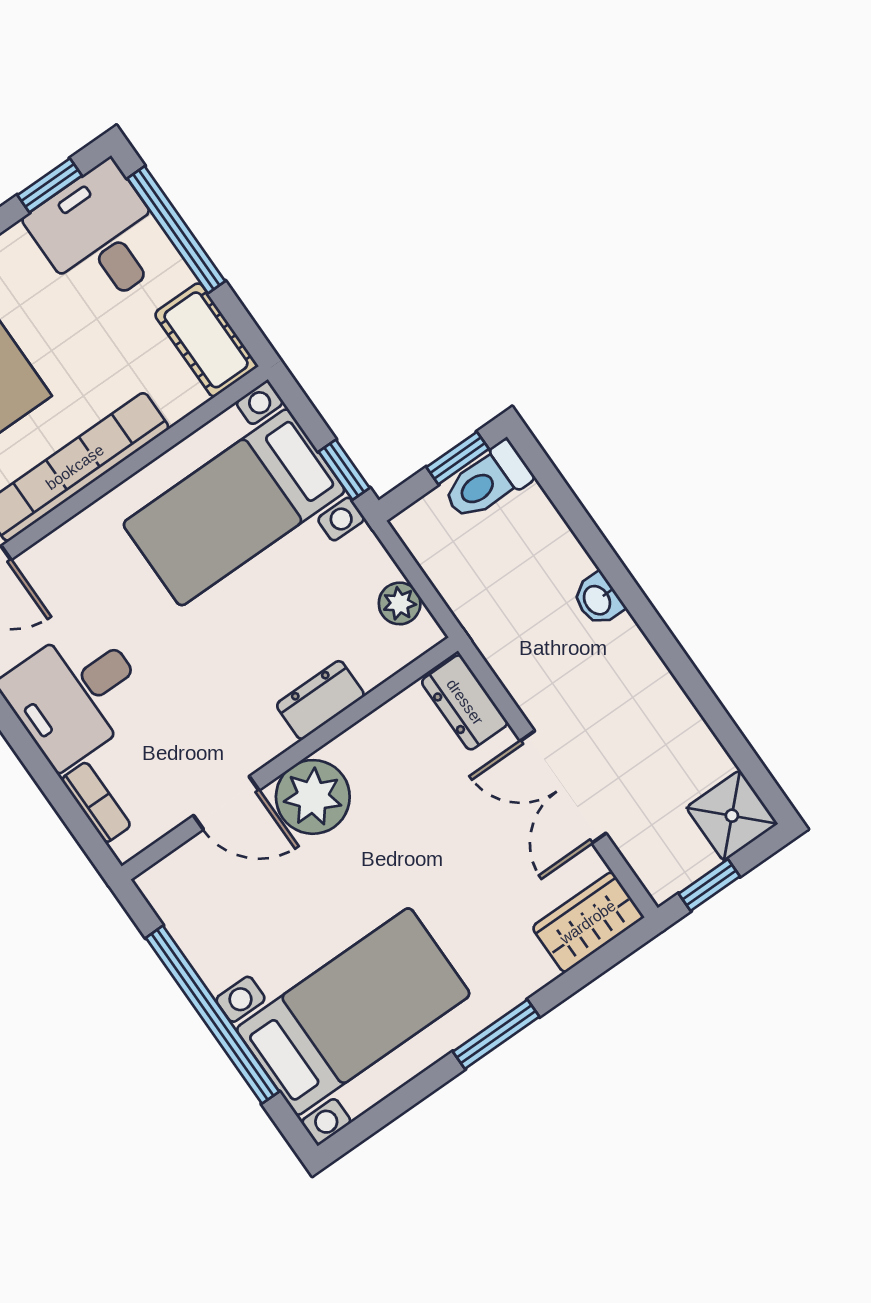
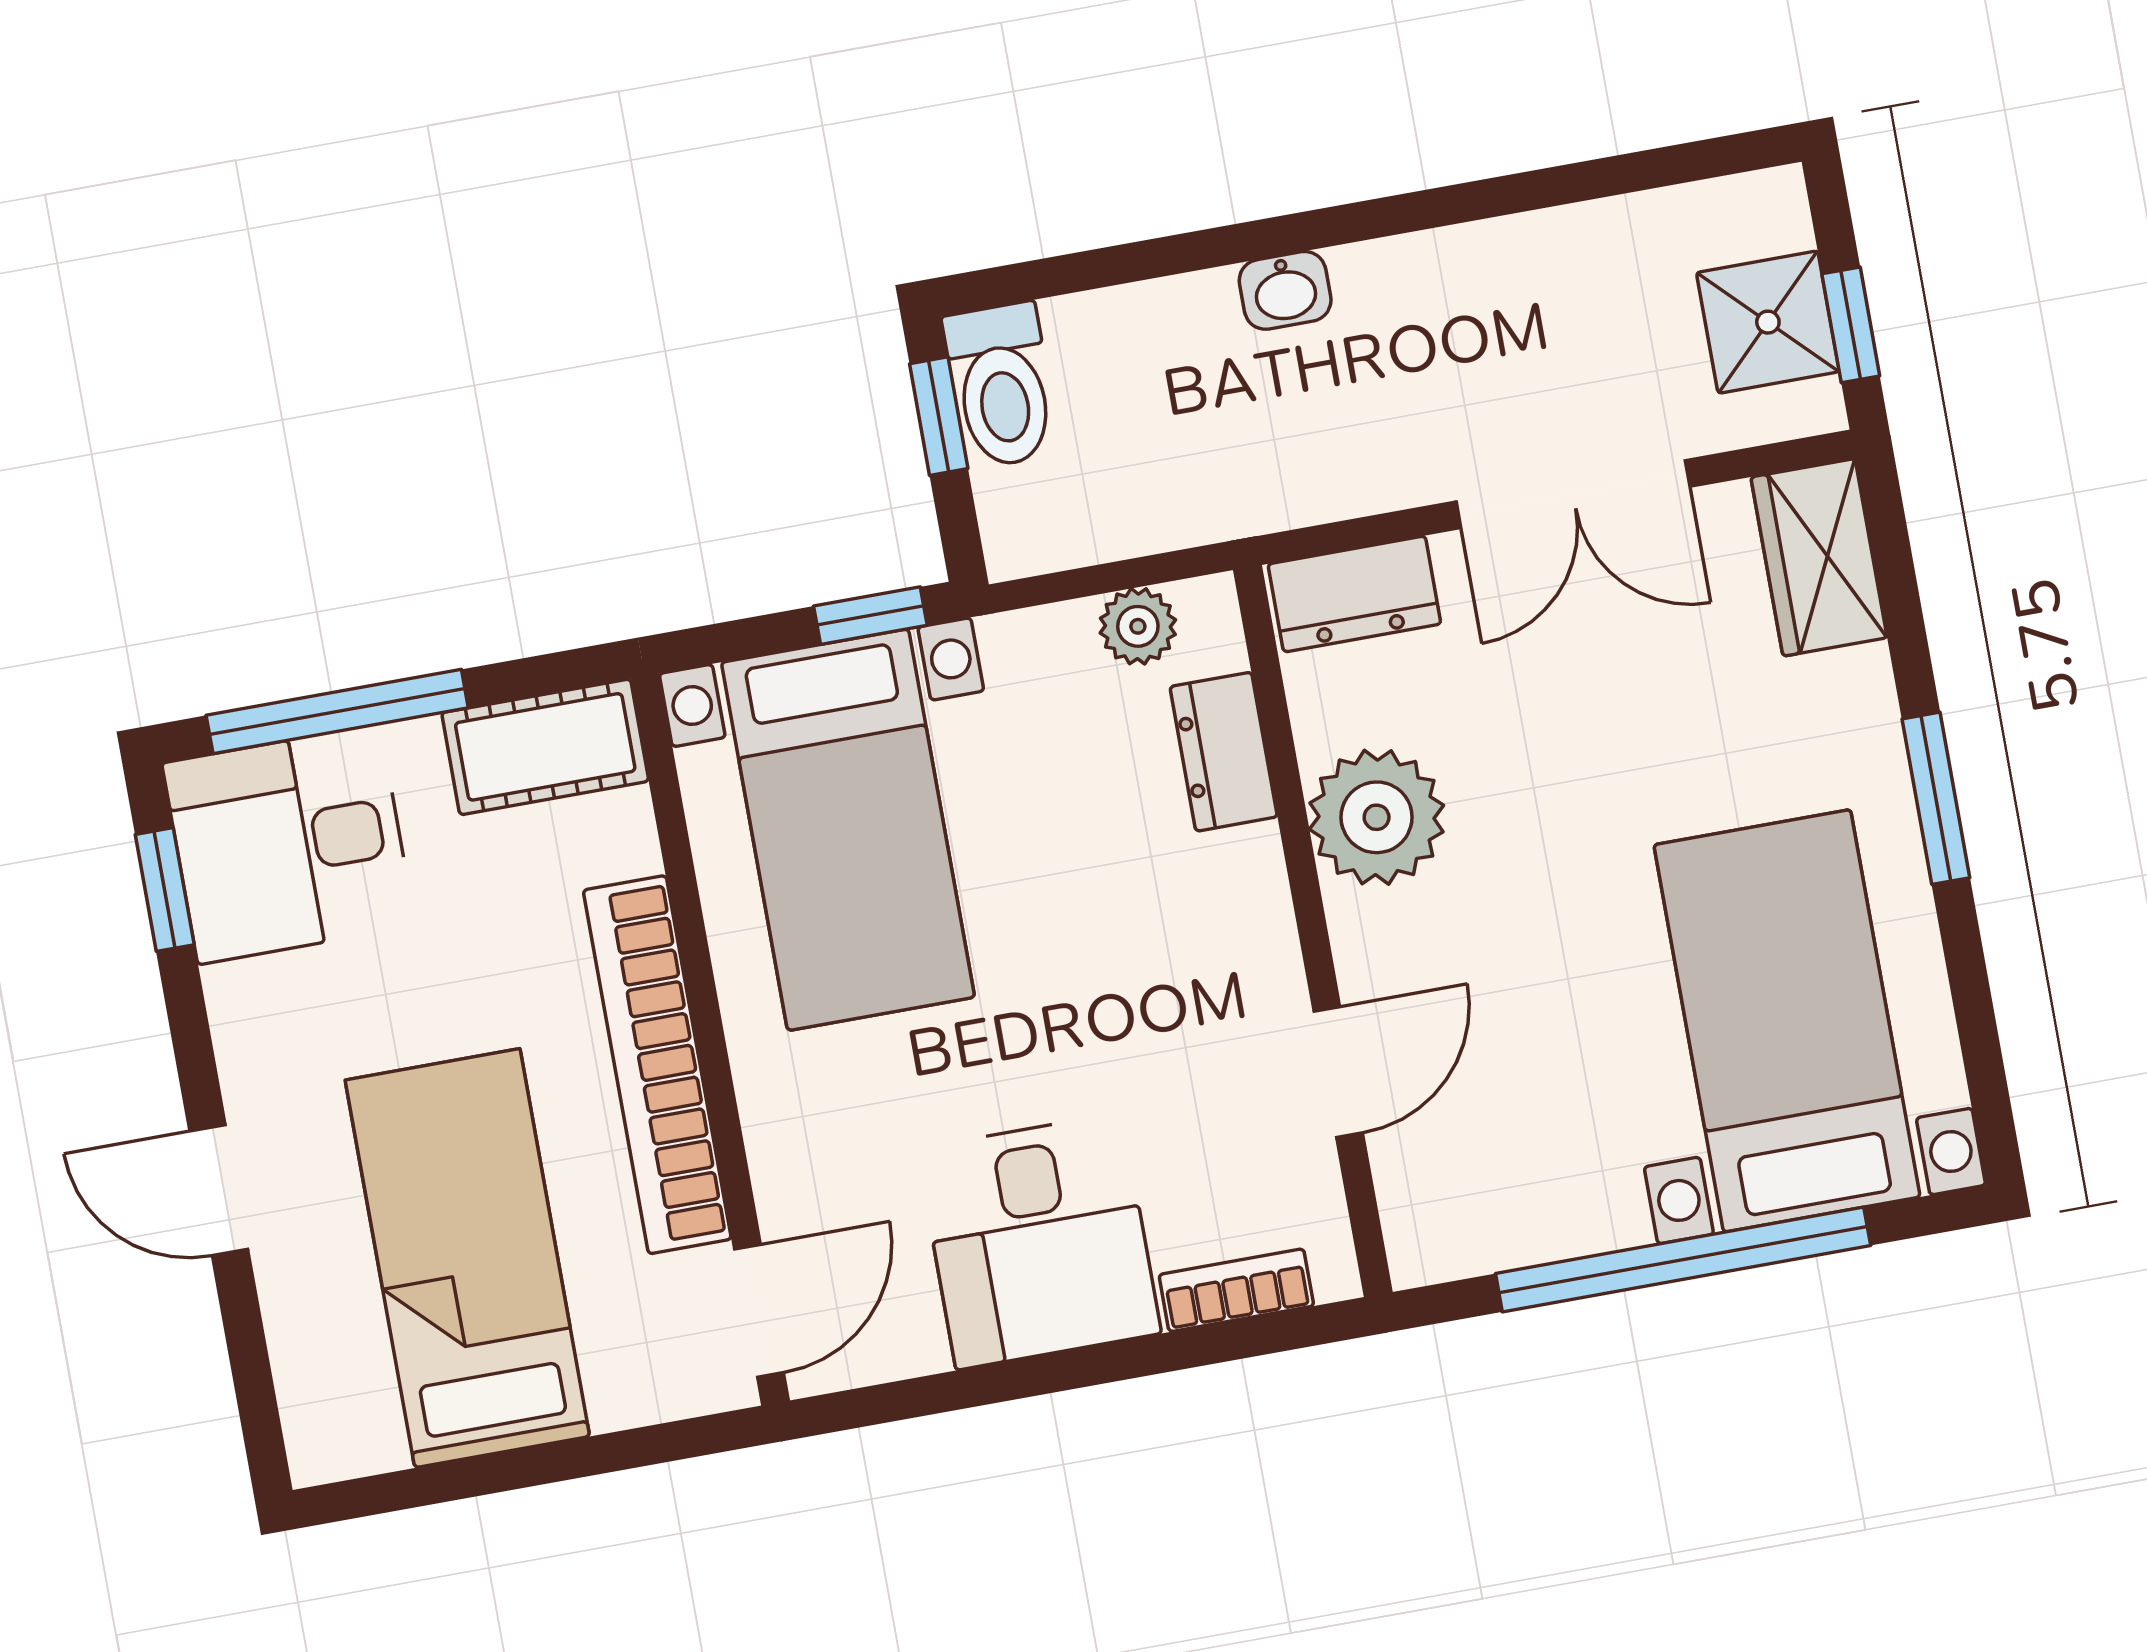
dresser: (320, 700) -> (1224, 752), moved
plant: (313, 797) -> (1377, 817), moved
shower: (732, 816) -> (1768, 322), moved

